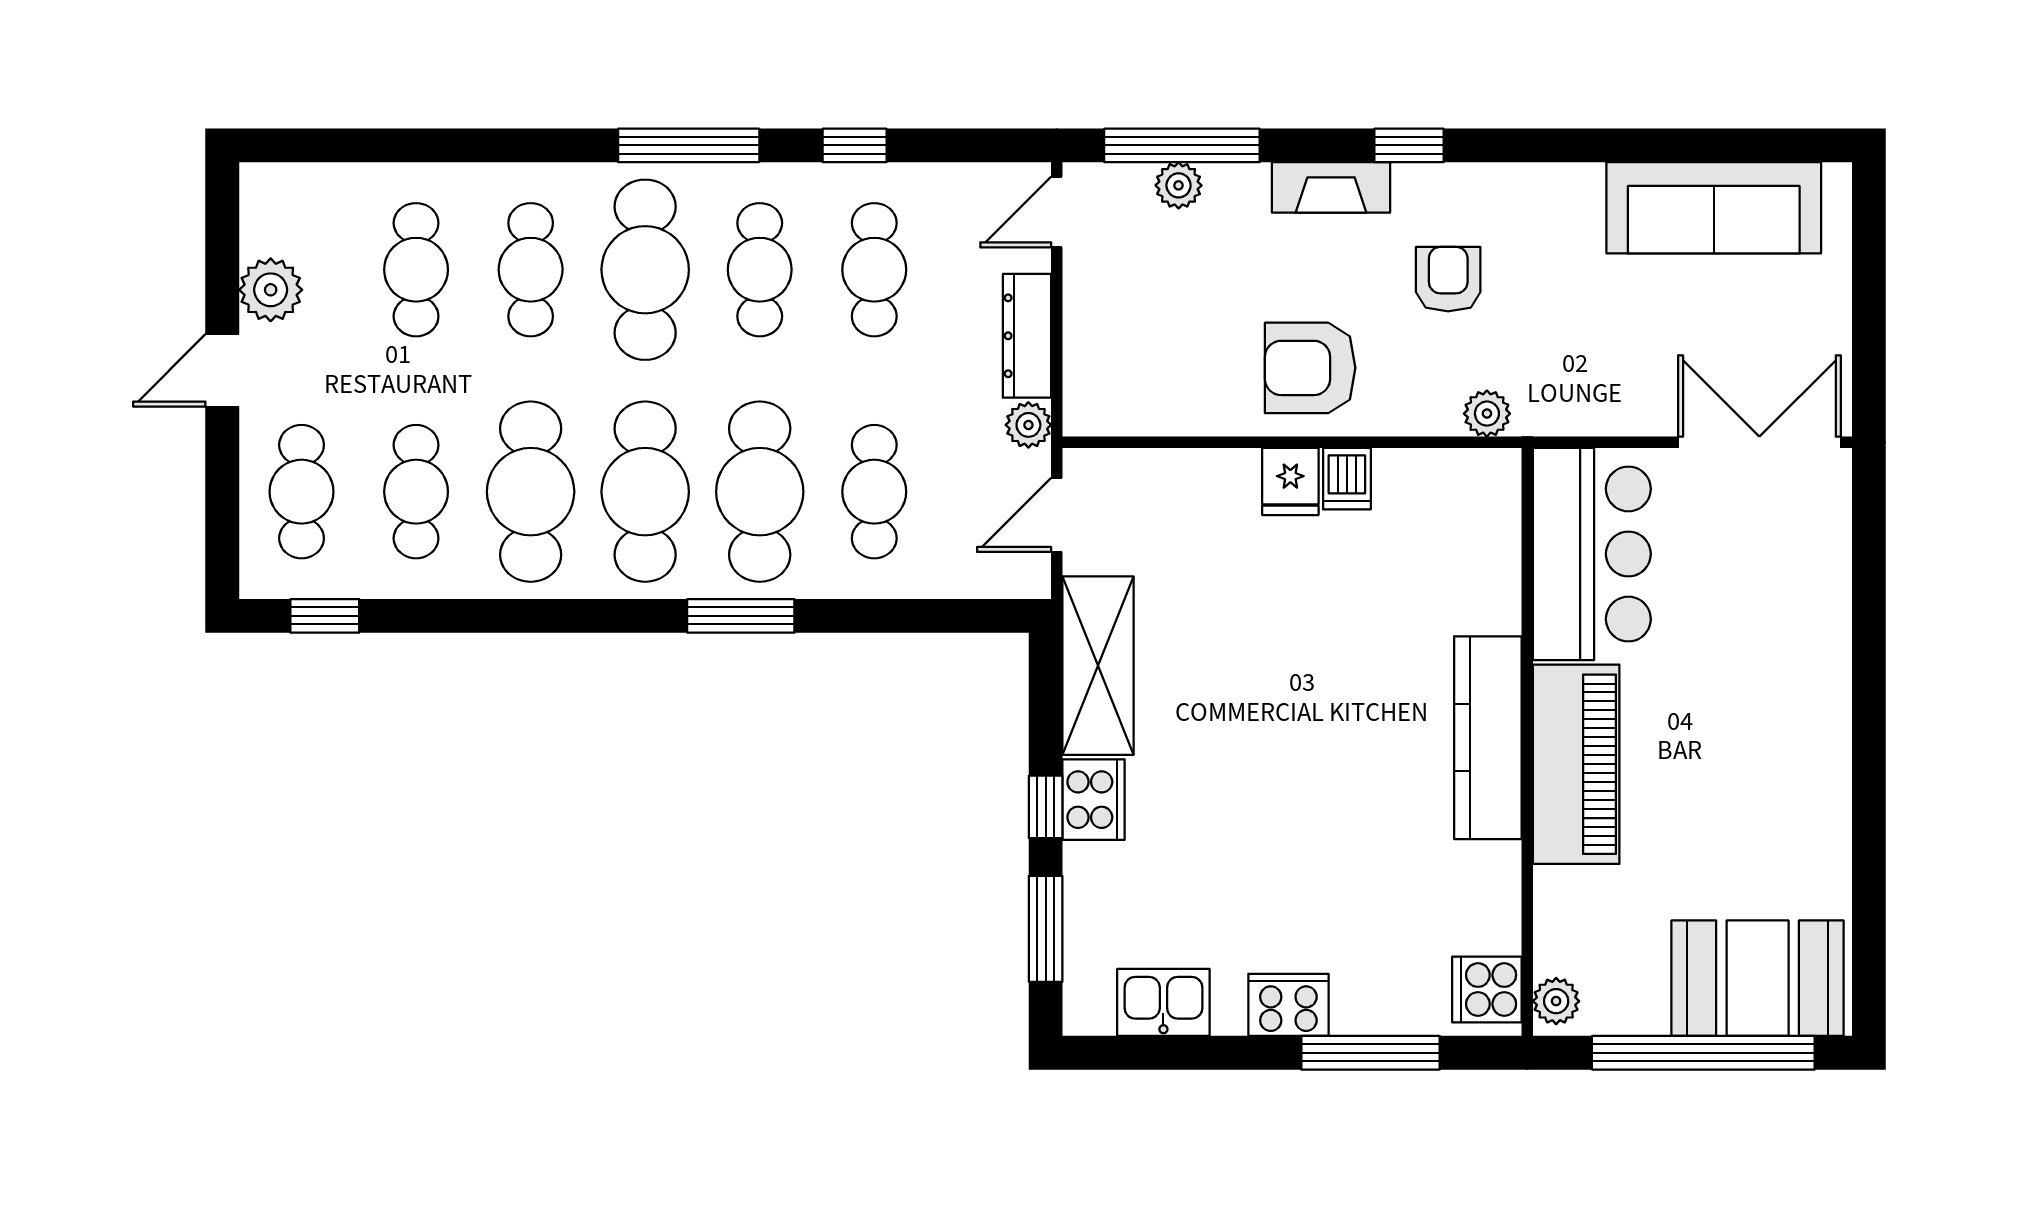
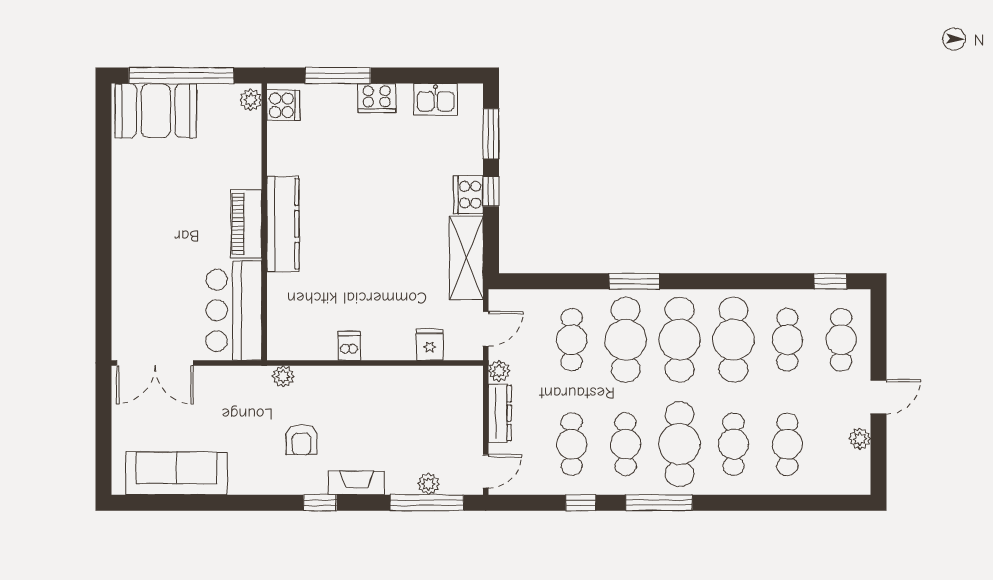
plant: (271, 290) -> (860, 439), width x0.73, depth x0.73
armchair: (1310, 368) -> (366, 398), removed
fridge: (1290, 481) -> (430, 344), moved
piano: (1576, 764) -> (246, 224), width x0.73, depth x0.75

